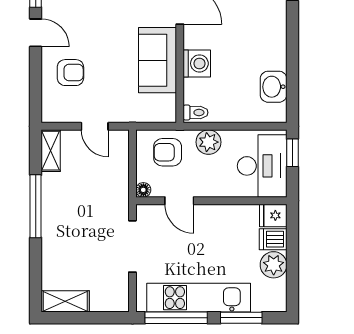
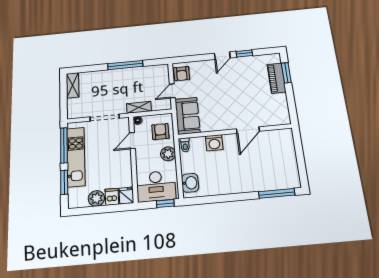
sofa: (157, 60) -> (187, 116), moved, turned 90
armchair: (70, 73) -> (182, 74), moved
washbasin: (274, 87) -> (190, 183), moved, turned 90
shelving: (51, 151) -> (139, 107), moved

